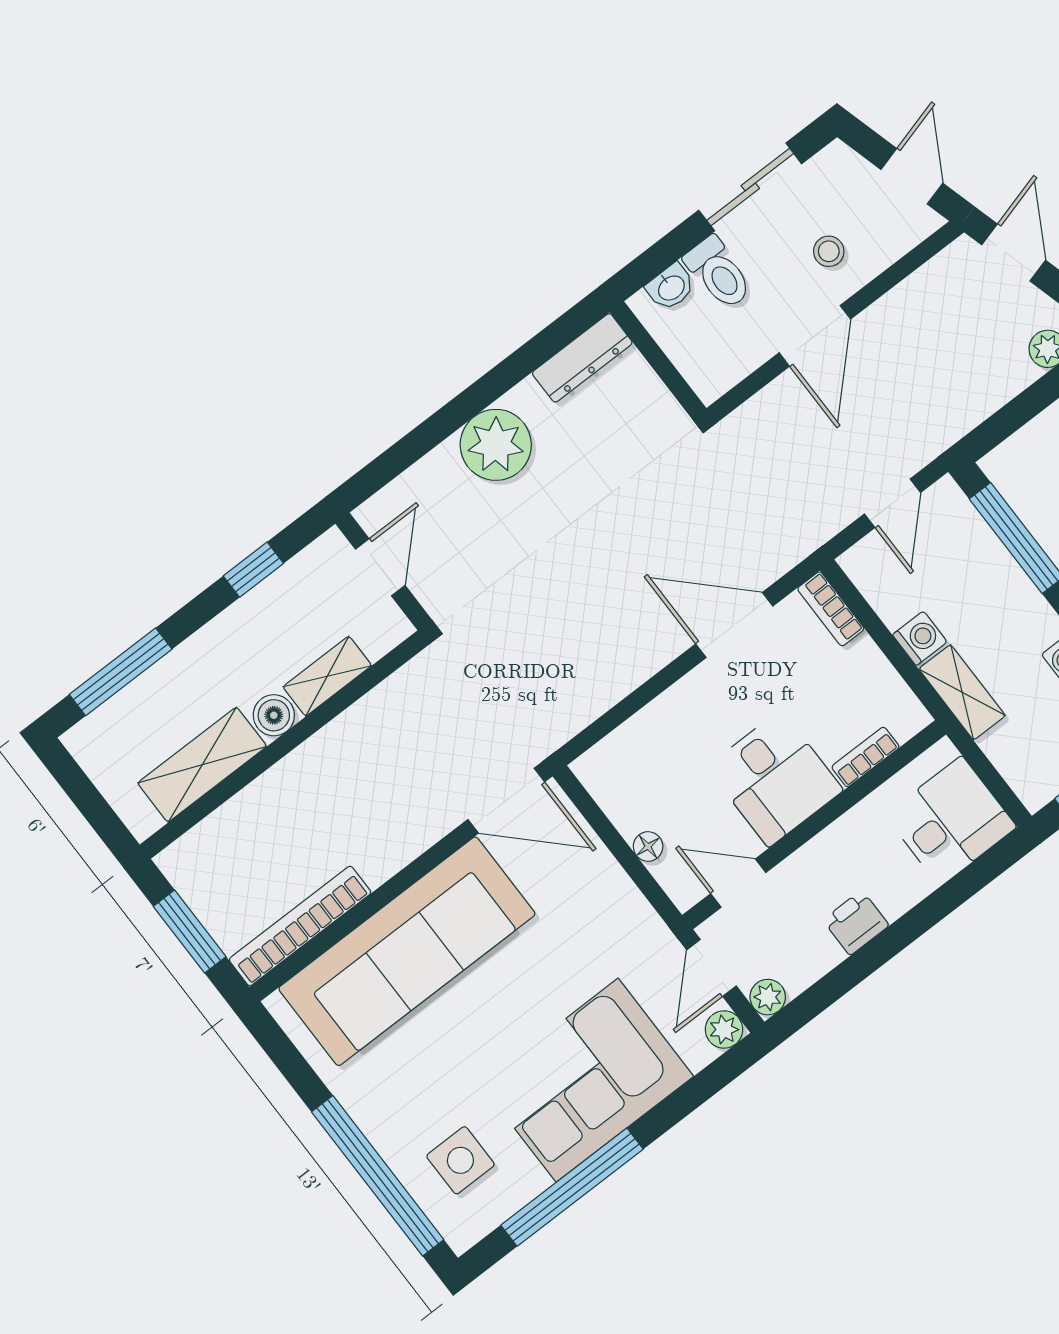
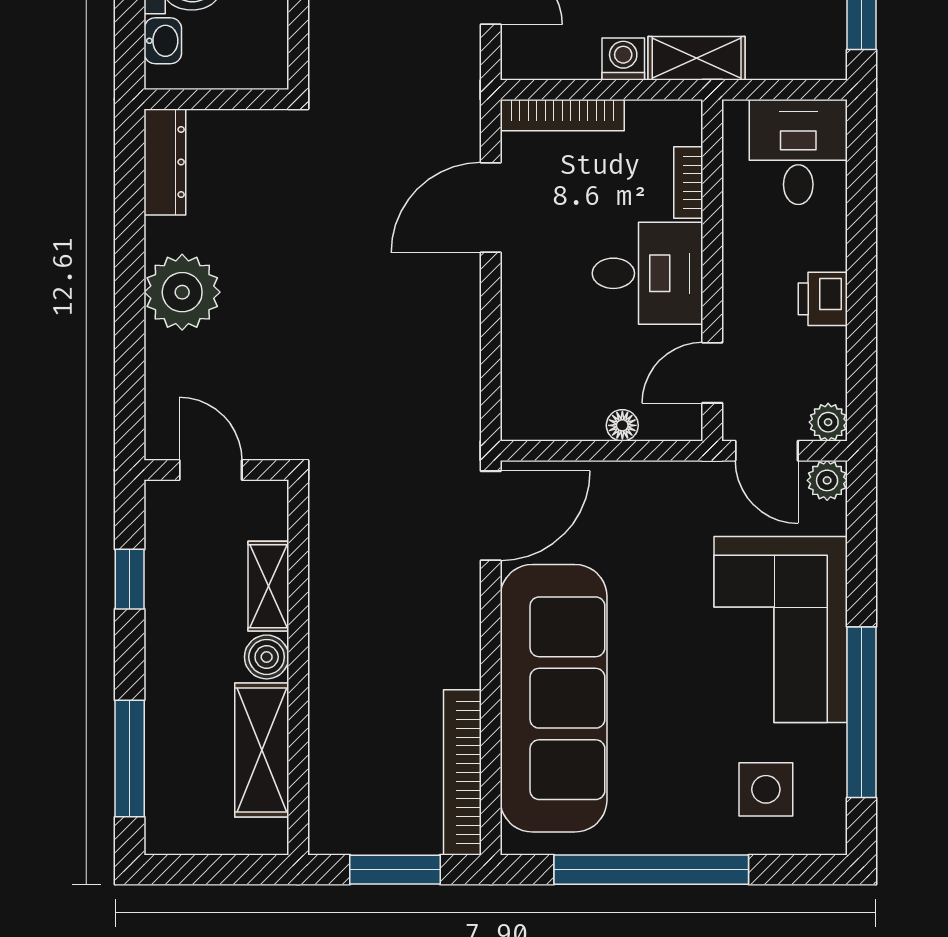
bookcase: (831, 609) -> (562, 115), width x1.56
window: (378, 1176) -> (651, 870), moved

